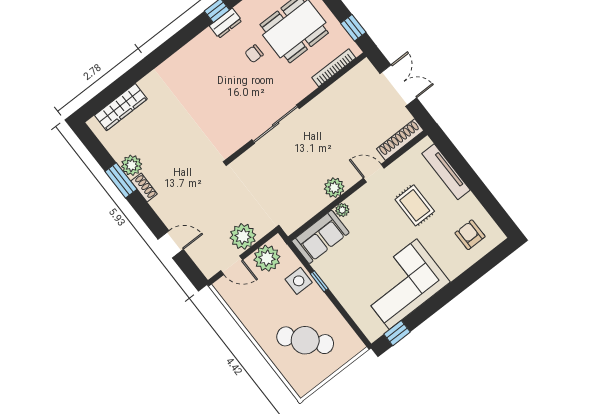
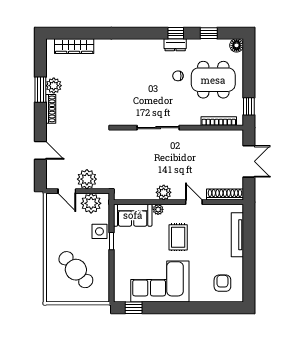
shoe rack: (144, 188) -> (51, 109), width x1.43
rug: (415, 205) -> (178, 237), moved

